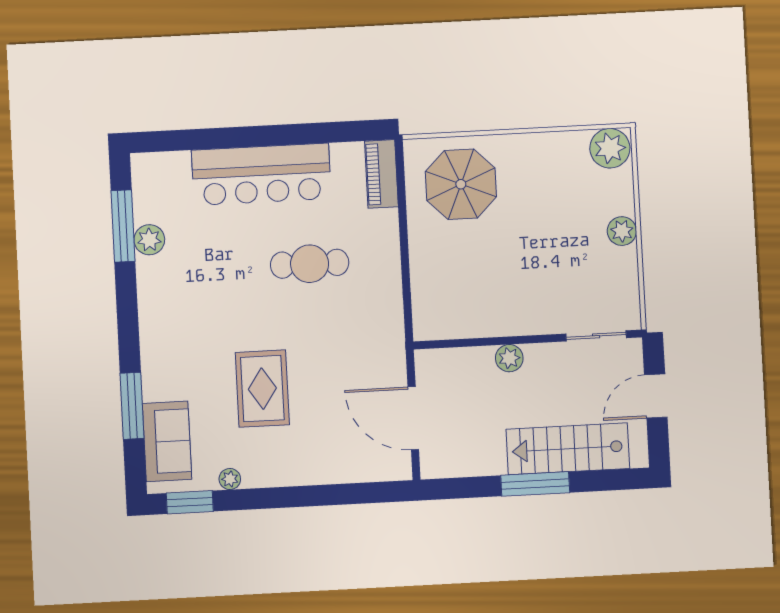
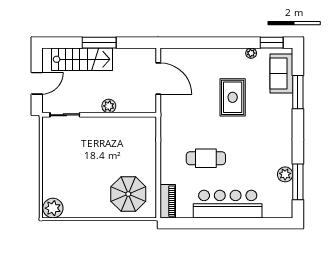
plant: (622, 231) -> (49, 166), removed

